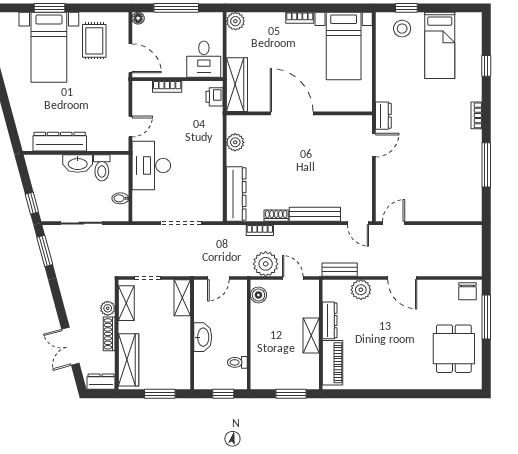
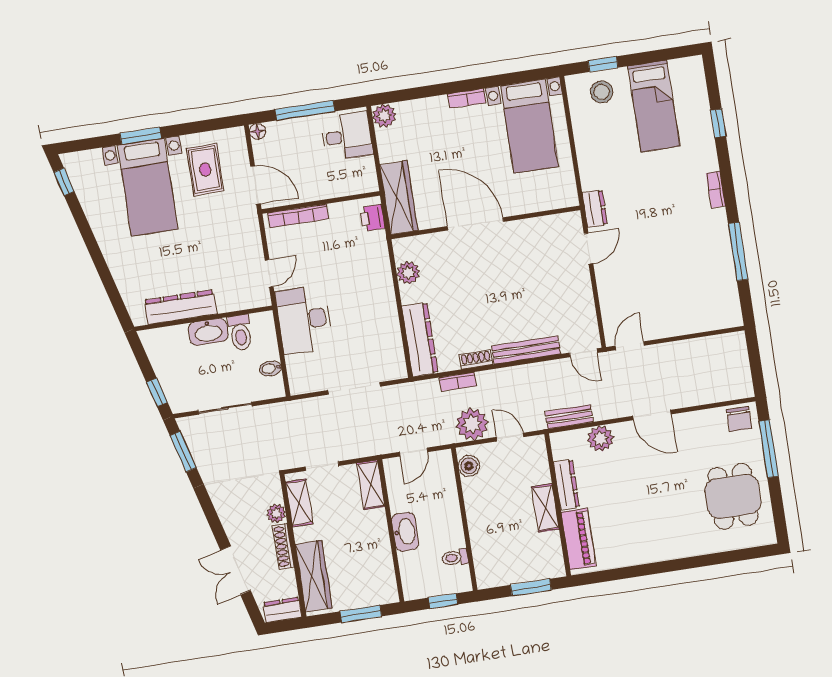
desk: (204, 59) -> (347, 136), moved, turned -90
bookcase: (167, 87) -> (298, 216), width x1.56

